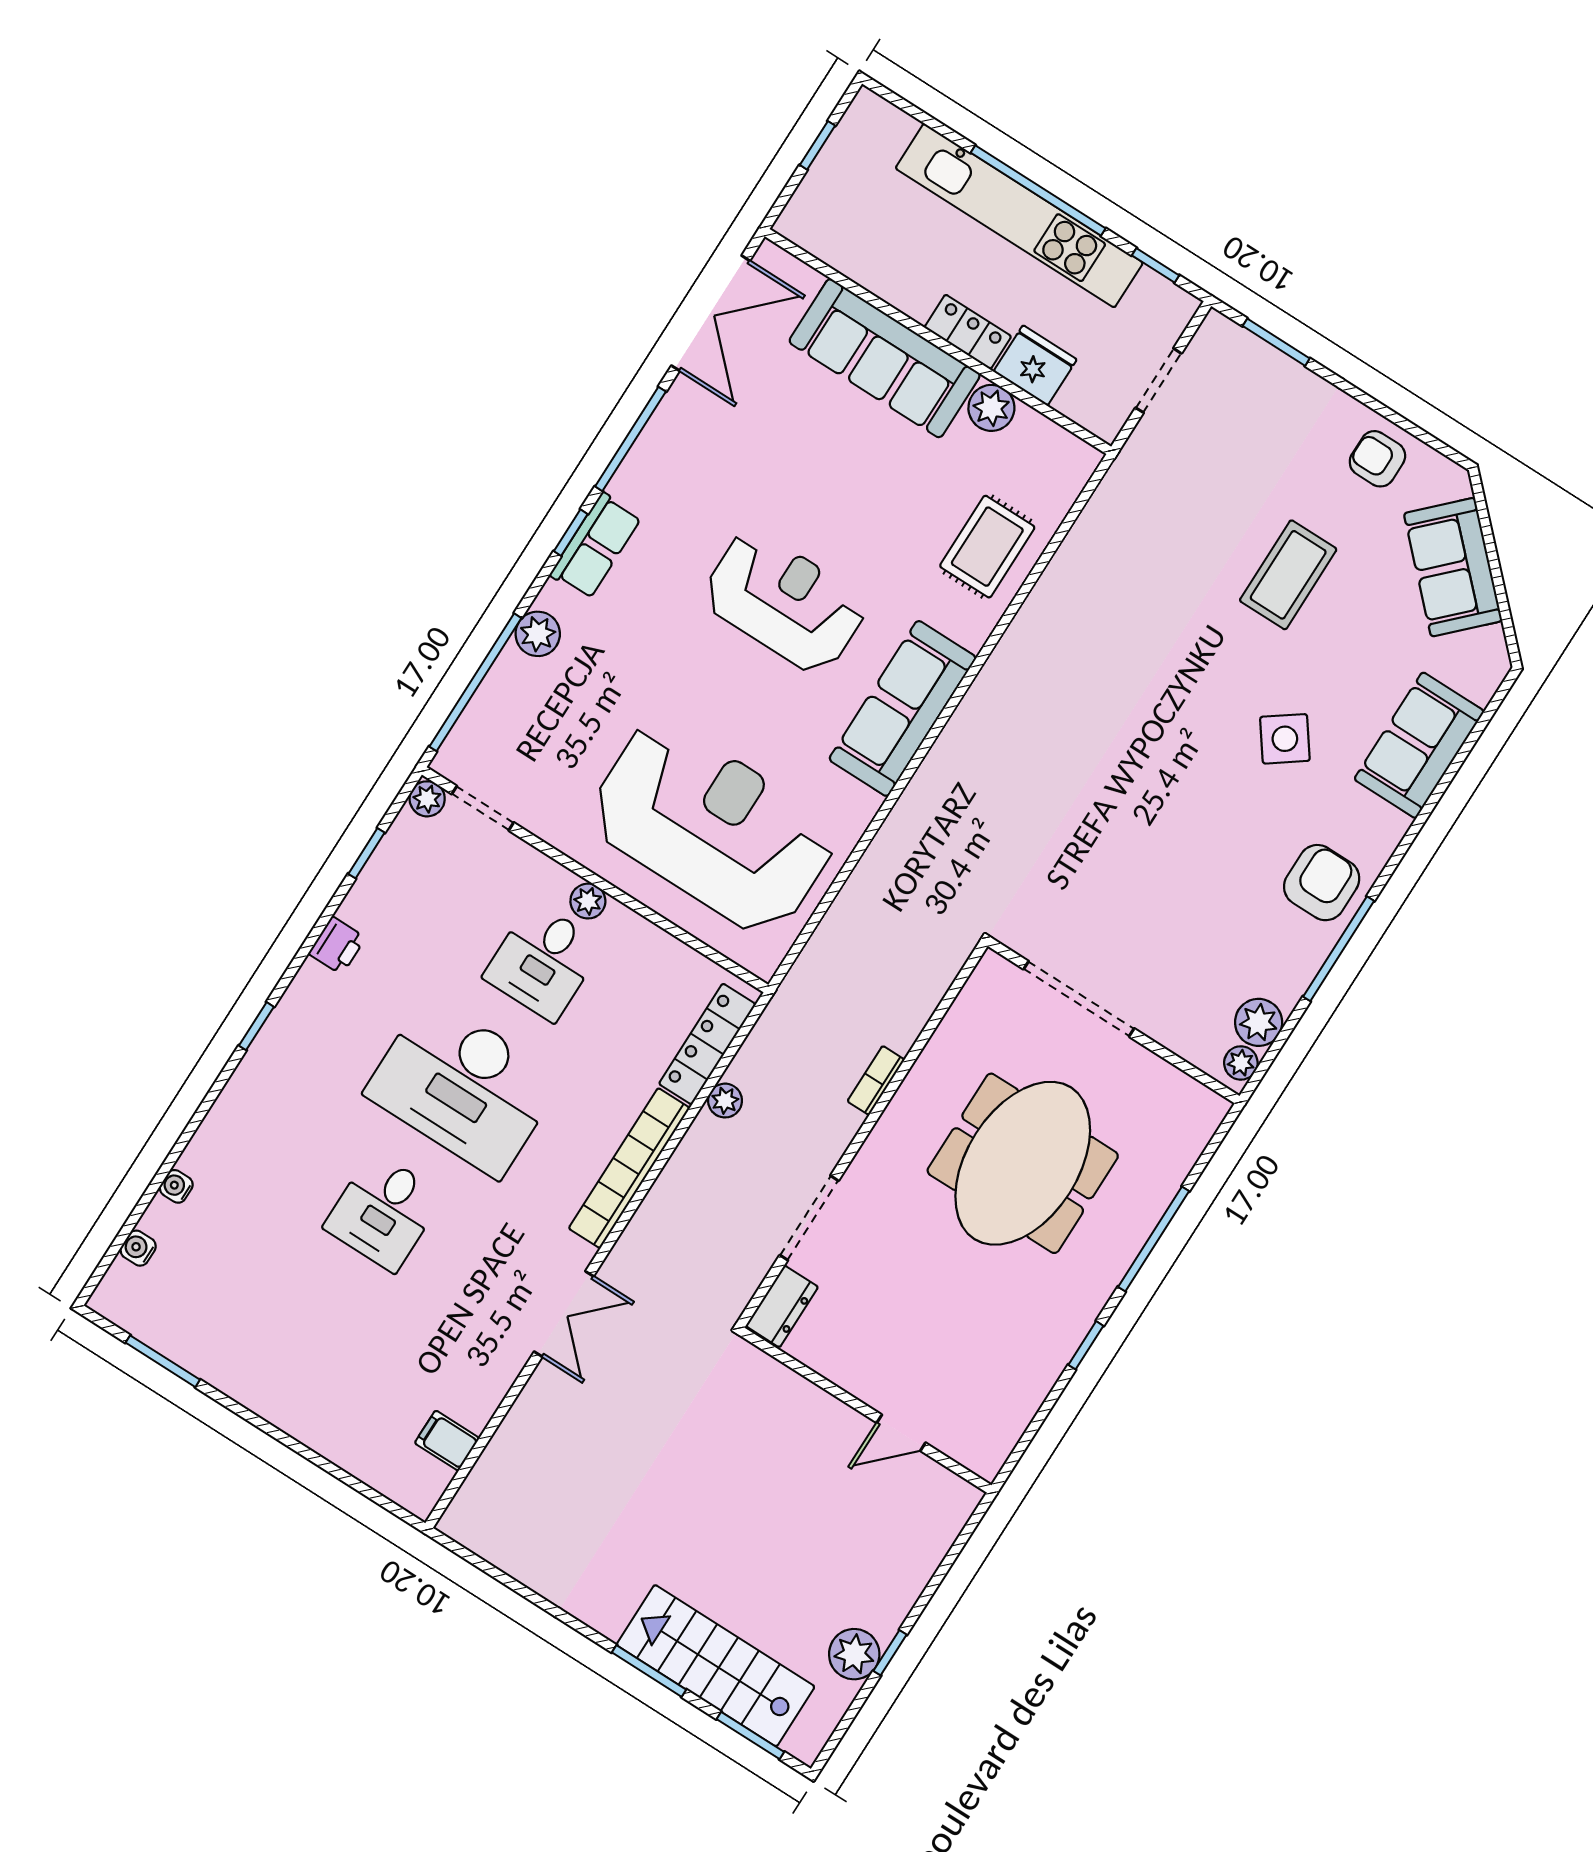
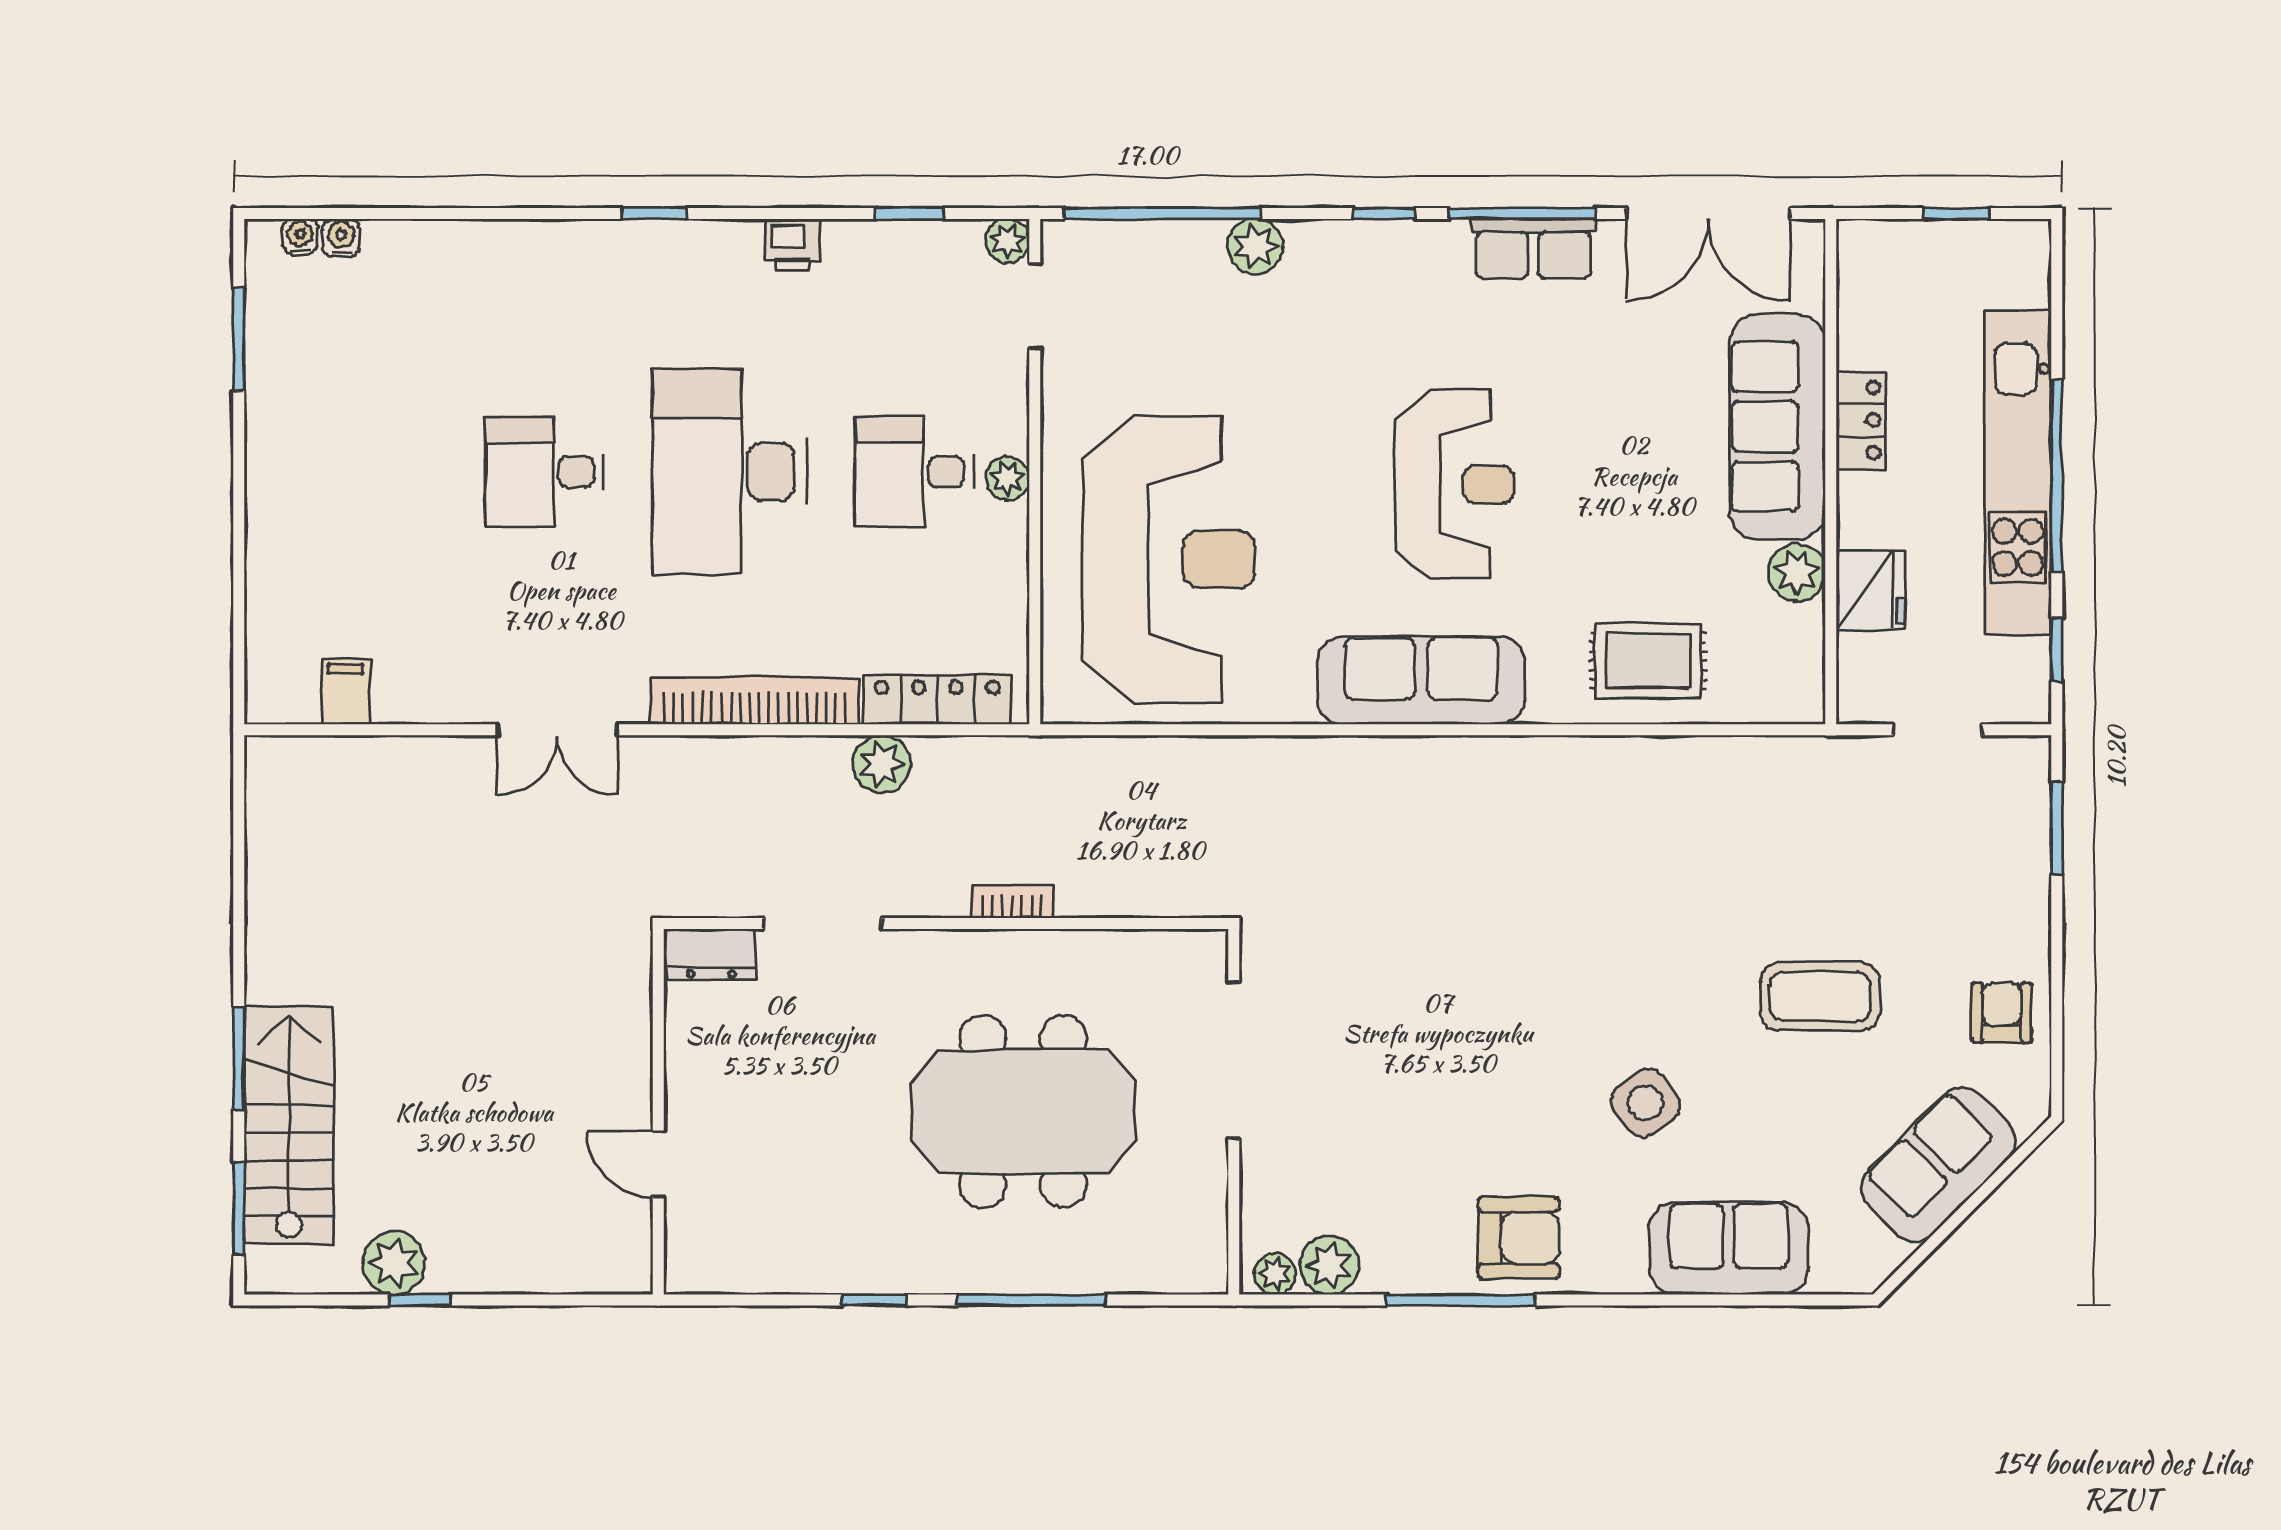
locker: (968, 332) -> (1861, 420), moved
row of seats: (596, 546) -> (1534, 249), moved
plant: (725, 1101) -> (882, 764), width x1.38, depth x1.38
water cooler: (176, 1186) -> (300, 237), moved

